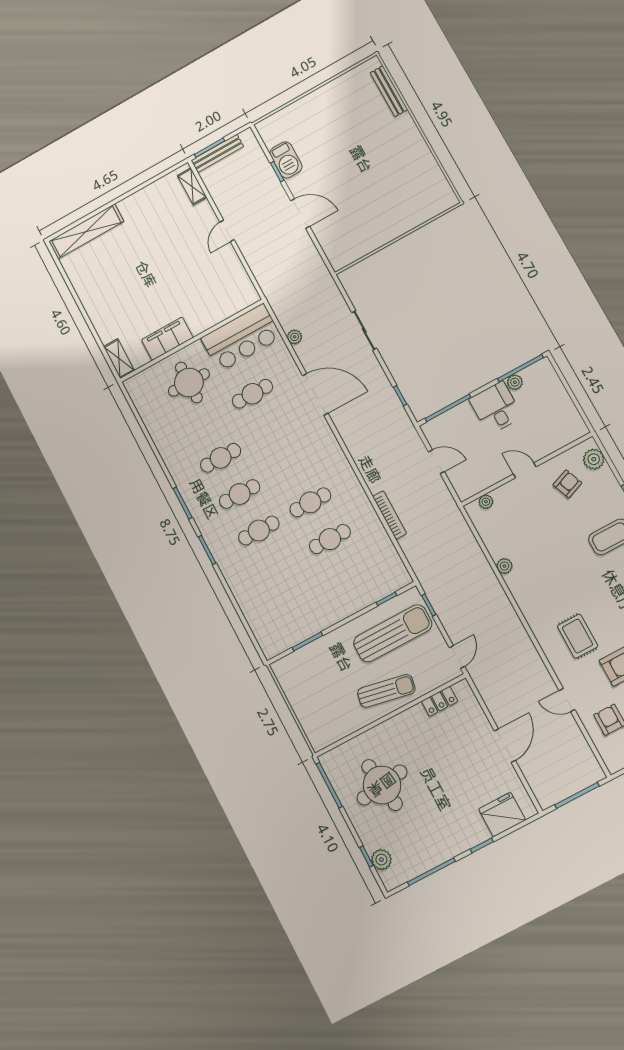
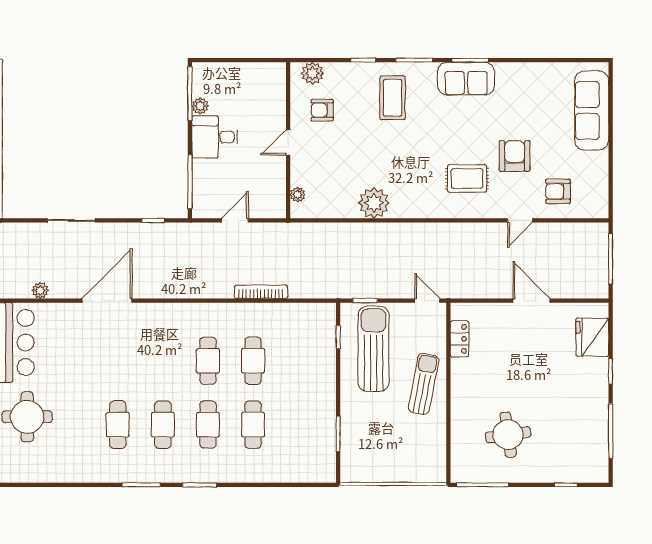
cafe table: (252, 394) -> (253, 425), moved
armchair: (567, 484) -> (322, 110), turned -69
plant: (504, 566) -> (374, 203), width x1.88, depth x1.88
round table: (382, 785) -> (508, 435), width x0.73, depth x0.73
plant: (381, 860) -> (576, 472), removed

